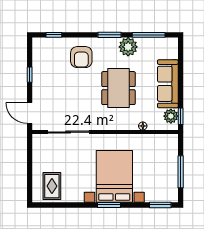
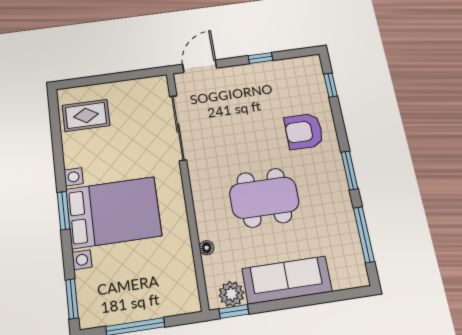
plant: (128, 47) -> (336, 203), removed

